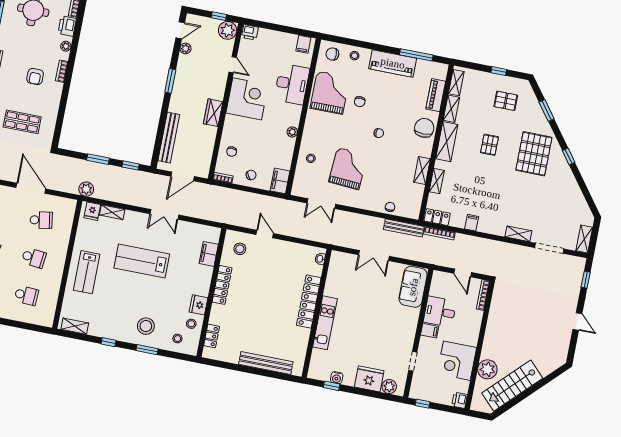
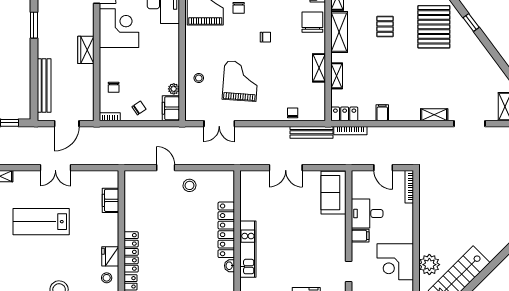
plant: (292, 132) -> (174, 89), moved
stool: (240, 249) -> (190, 185), moved
washbasin: (320, 259) -> (229, 266), moved
locker: (222, 285) -> (131, 252), moved

